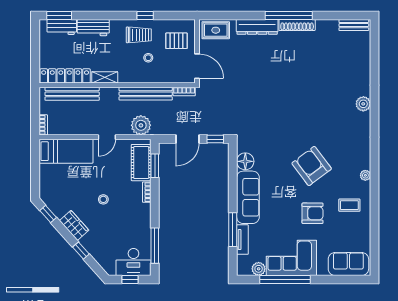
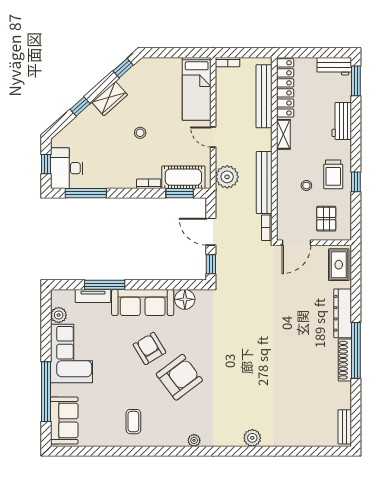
workbench: (62, 27) -> (334, 66), moved, turned -90
plant: (365, 175) -> (194, 440), moved
armchair: (313, 213) -> (149, 348), moved, turned 149
window: (285, 280) -> (46, 392), moved

